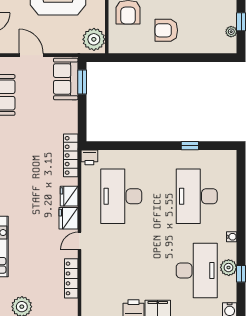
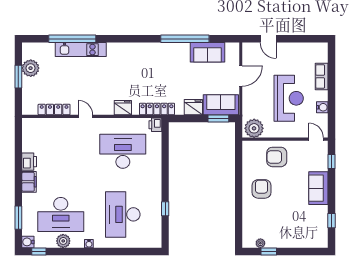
desk: (197, 196) -> (123, 214), turned -90
fridge: (69, 218) -> (193, 107), moved
window: (241, 274) -> (39, 251), moved

